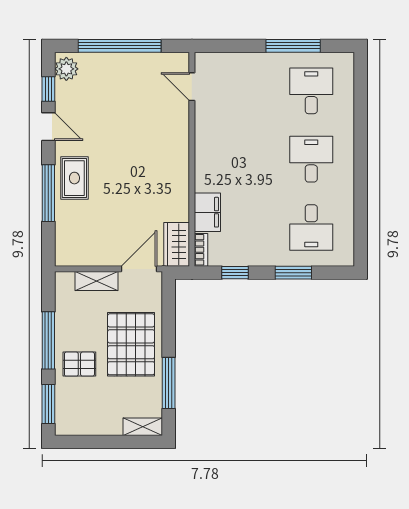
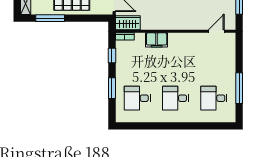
desk: (311, 91) -> (214, 98), turned 180
desk: (311, 159) -> (176, 98), turned 180
filing cabinet: (207, 212) -> (157, 40), moved

